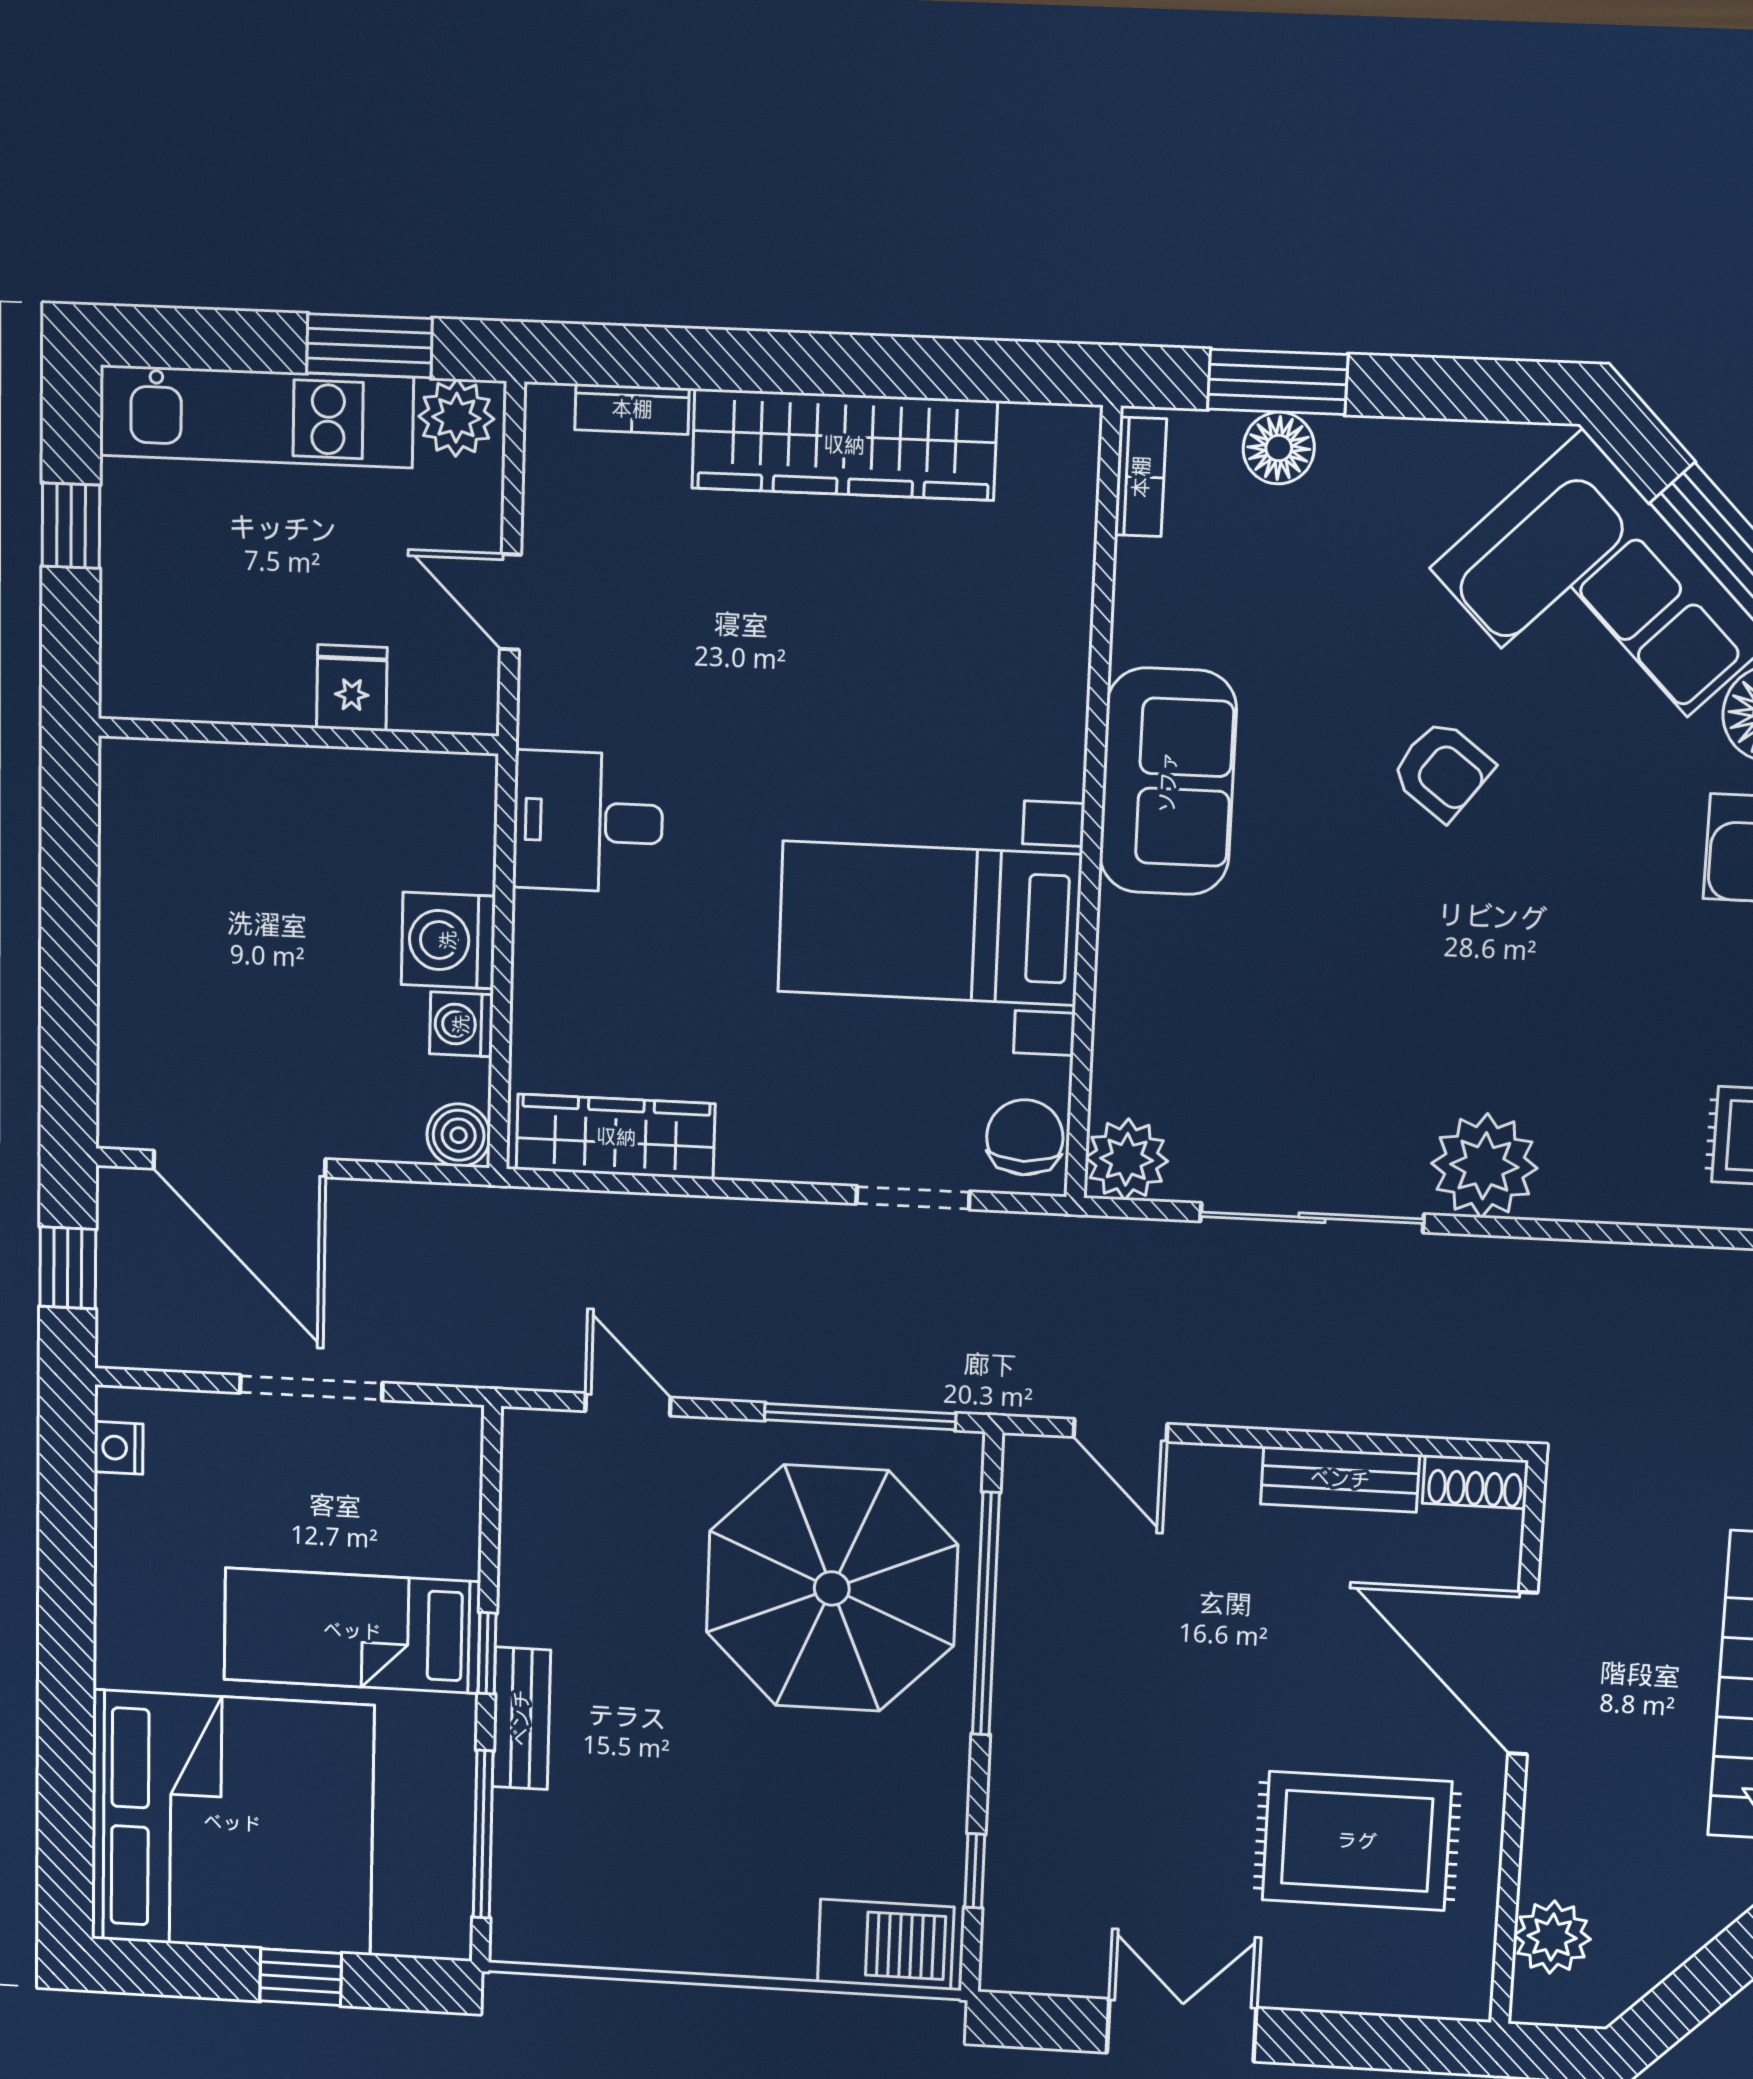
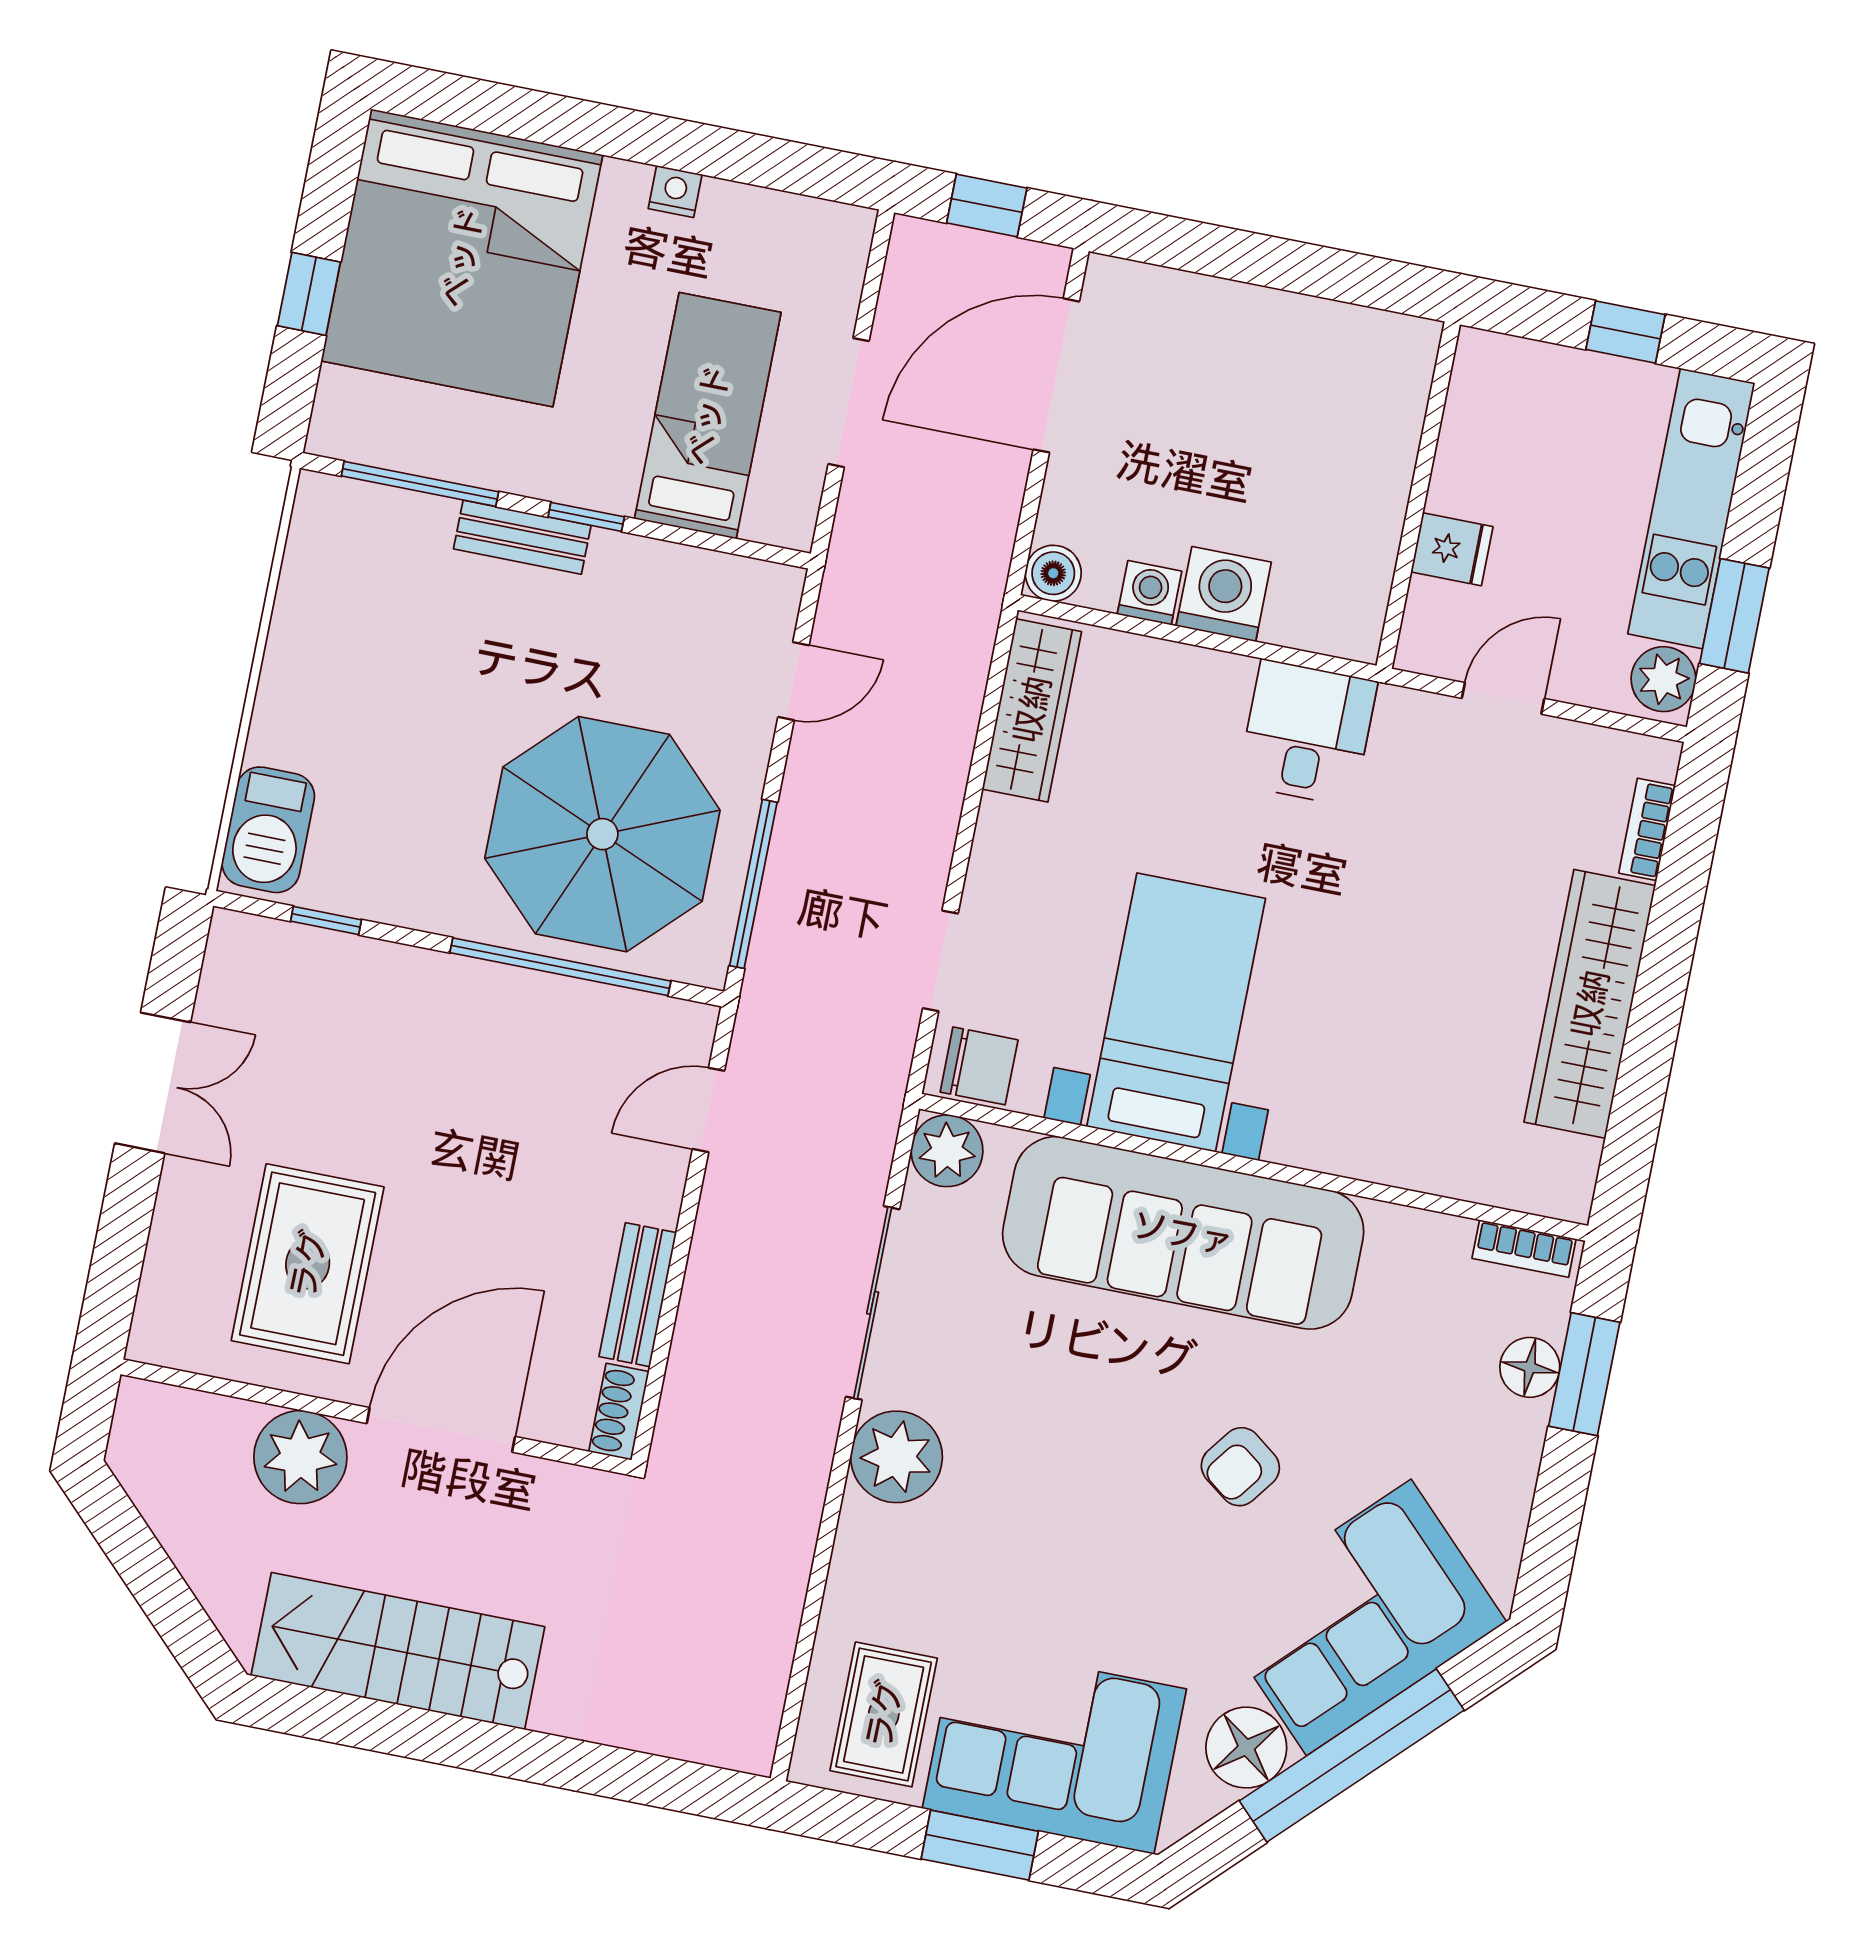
sofa: (1168, 782) -> (1183, 1233), width x1.85, depth x1.27
nightstand: (119, 1448) -> (675, 191), moved
bed: (352, 1631) -> (708, 416), moved
plant: (1552, 1937) -> (300, 1457), moved, width x1.36, depth x1.36

